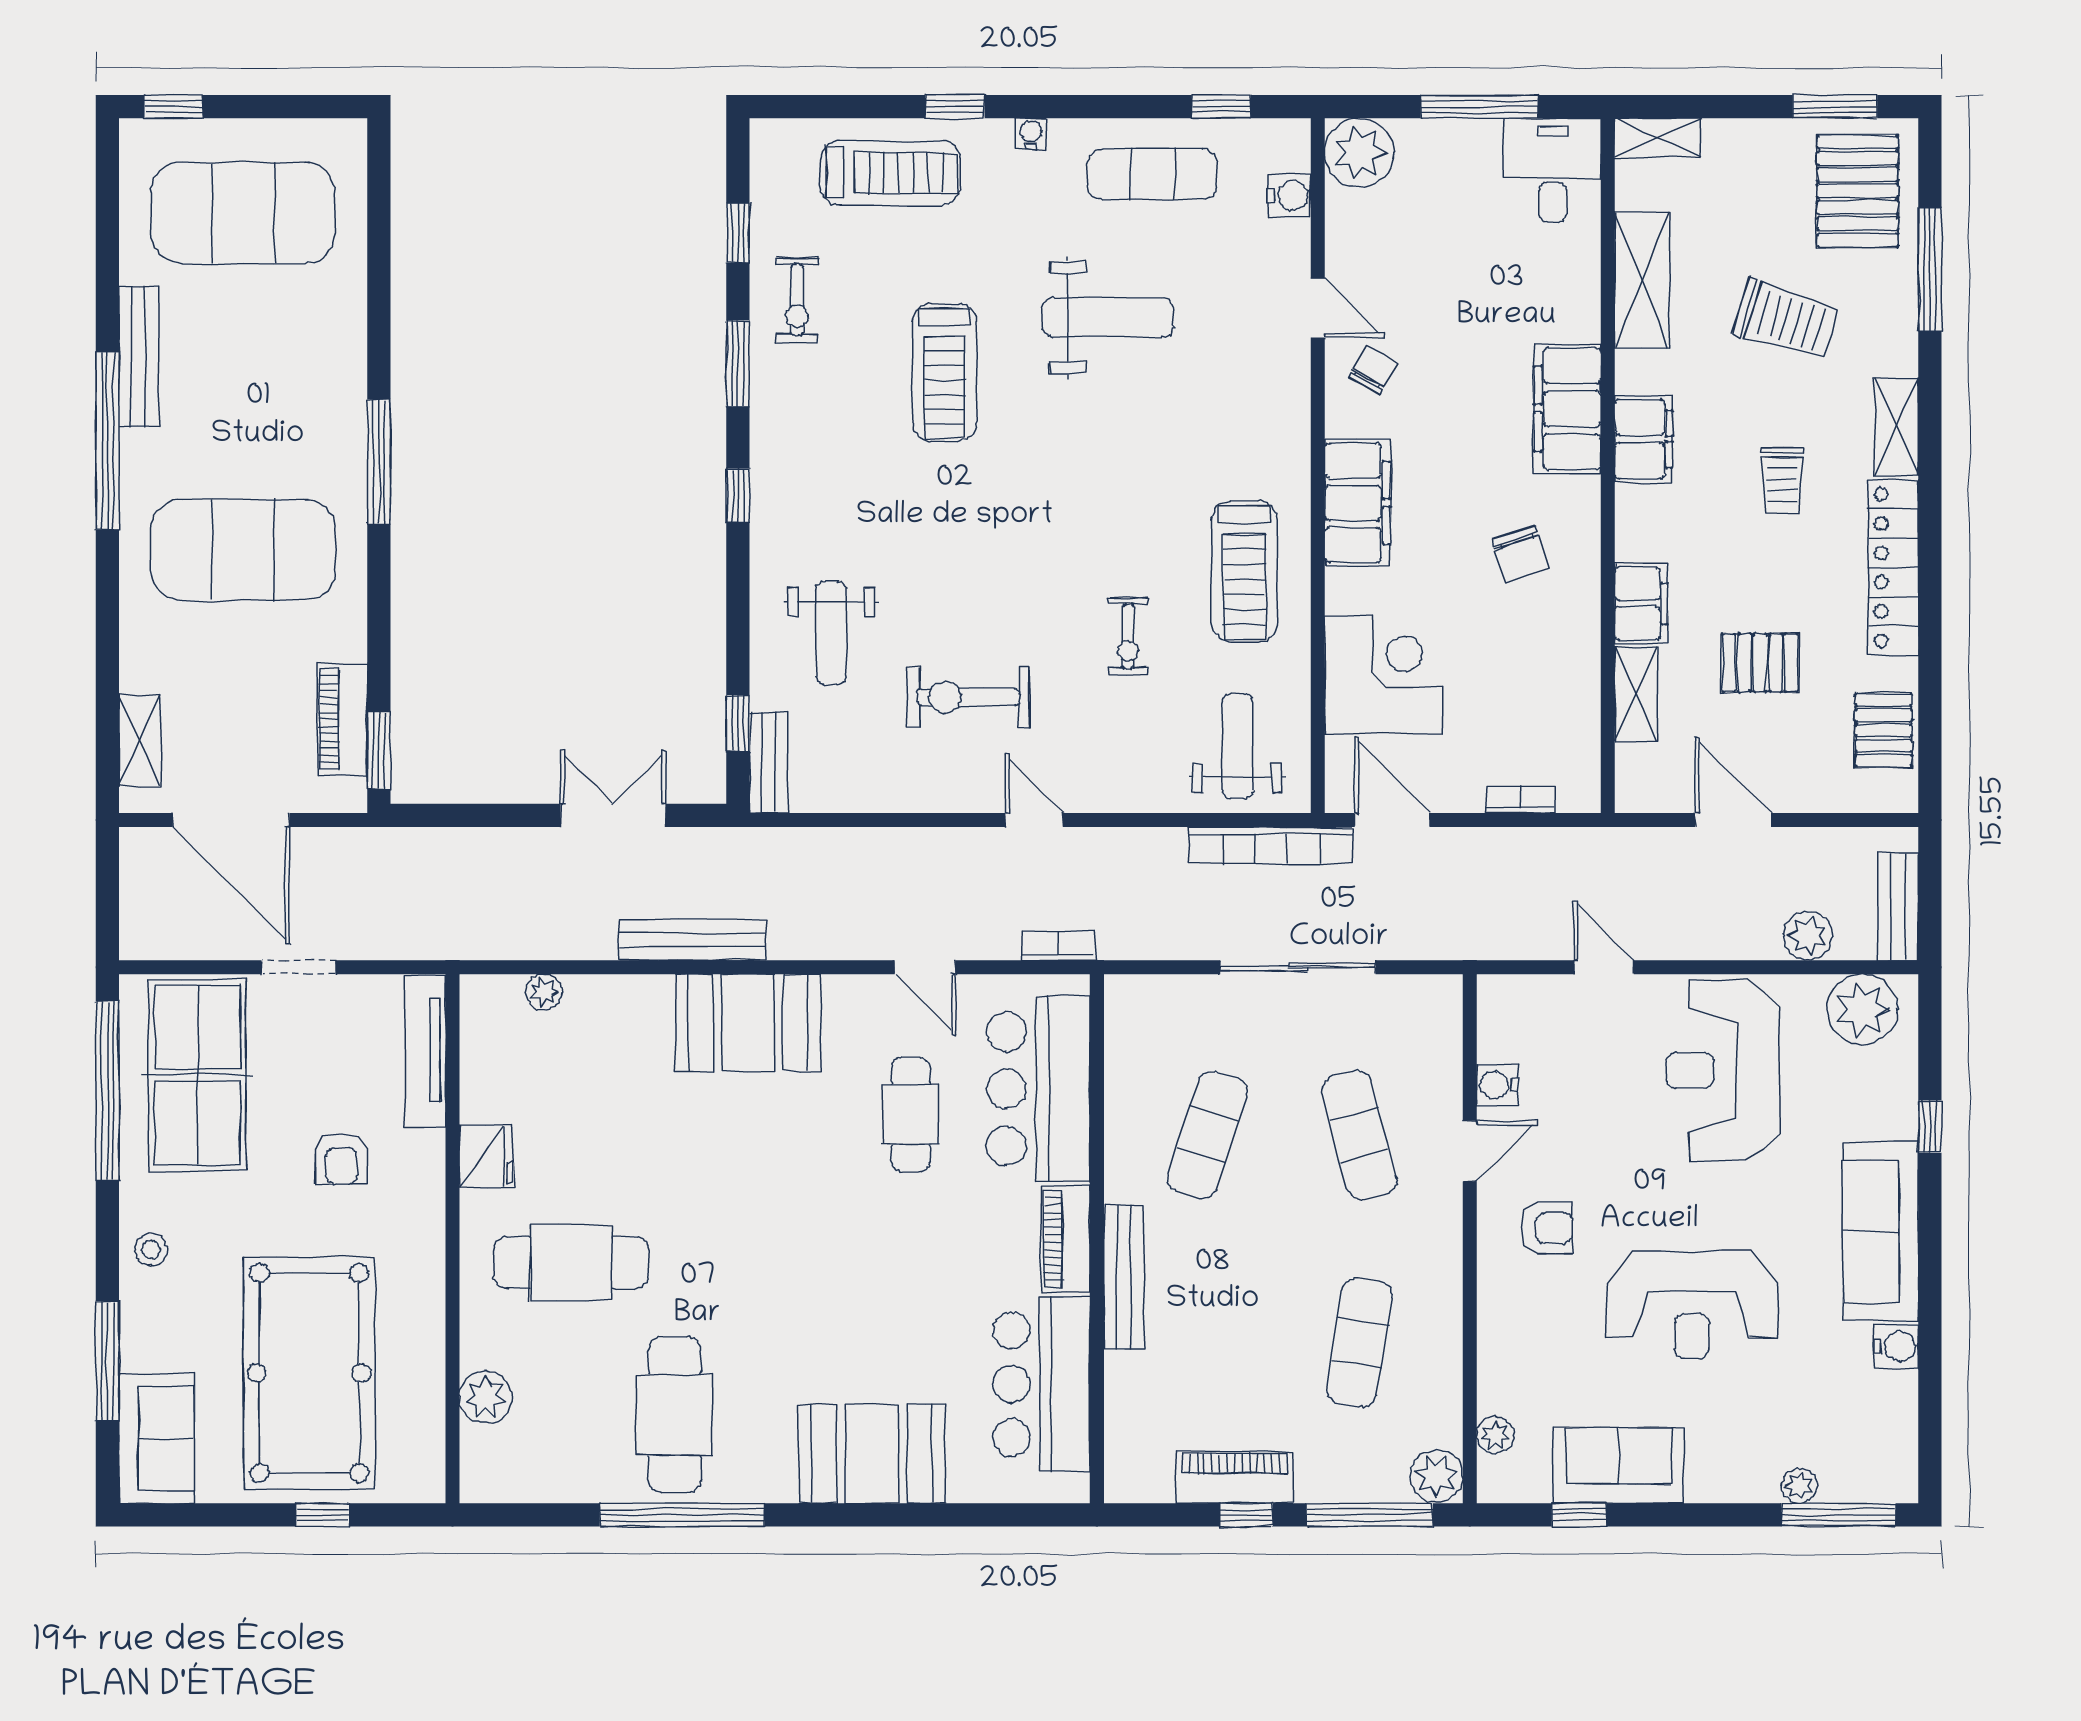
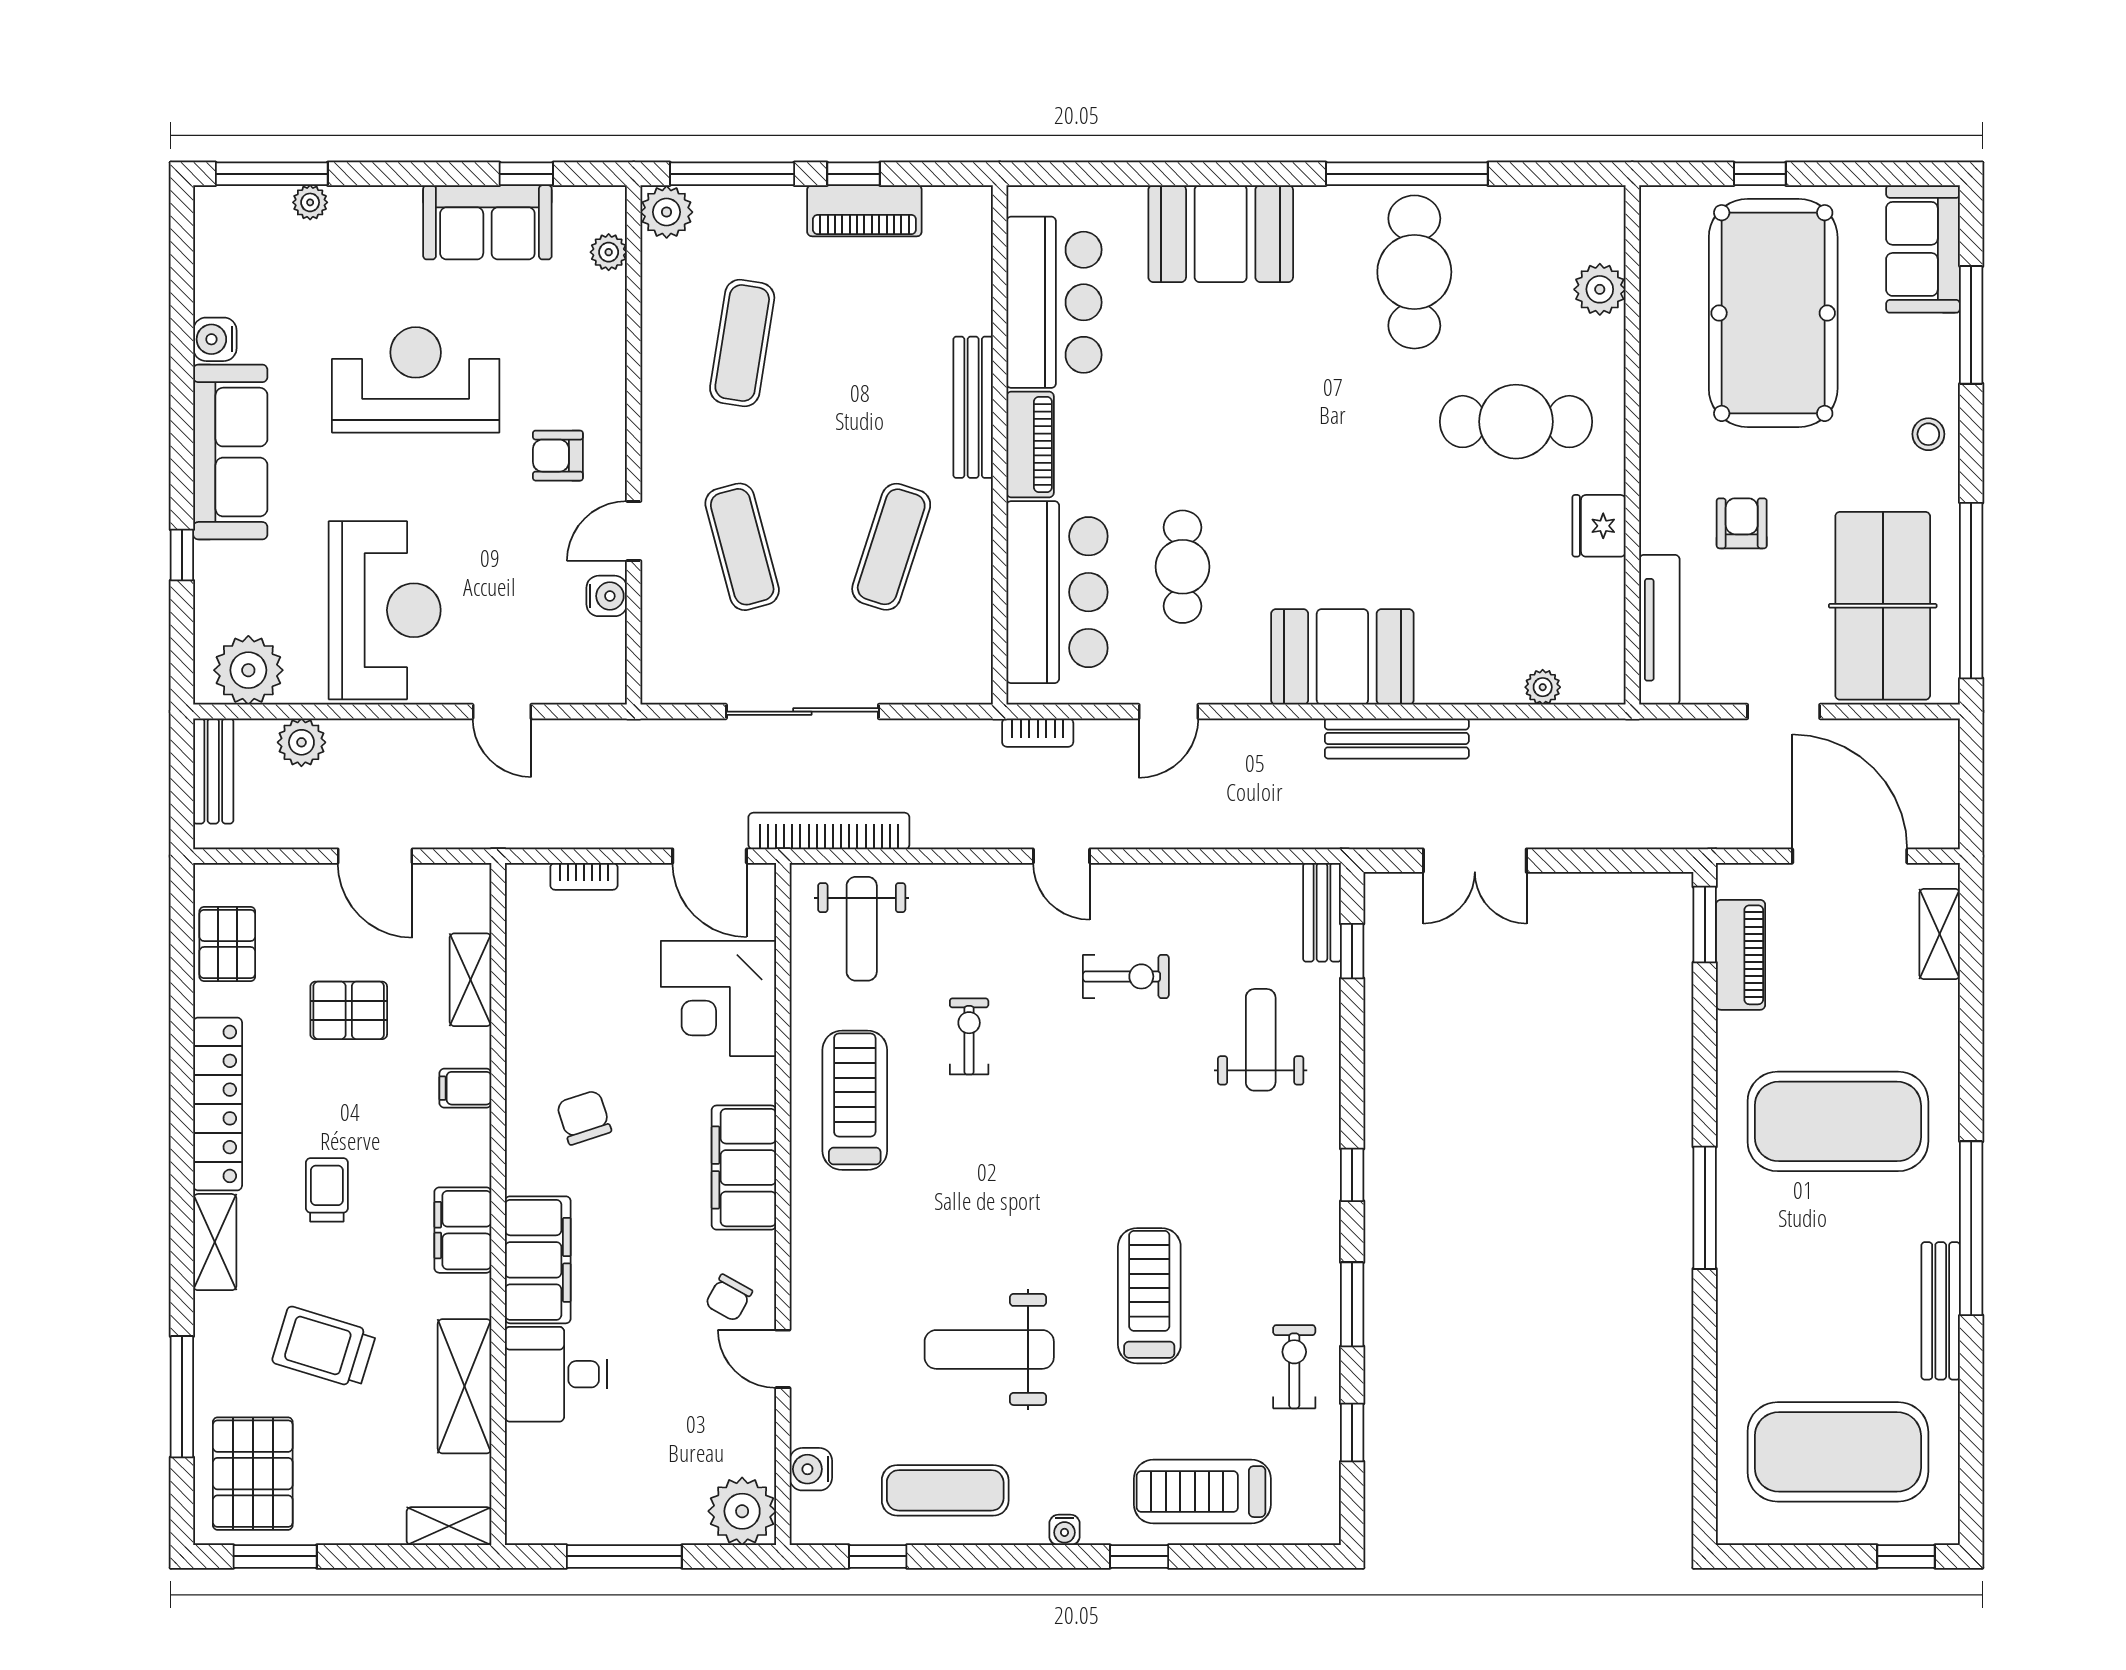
desk: (1553, 170) -> (556, 1374), moved, turned 90
filing cabinet: (1641, 603) -> (465, 1088), width x0.50
exercise bike: (968, 697) -> (1126, 976), width x0.73, depth x0.72
door: (925, 967) -> (1168, 712), swing flipped

